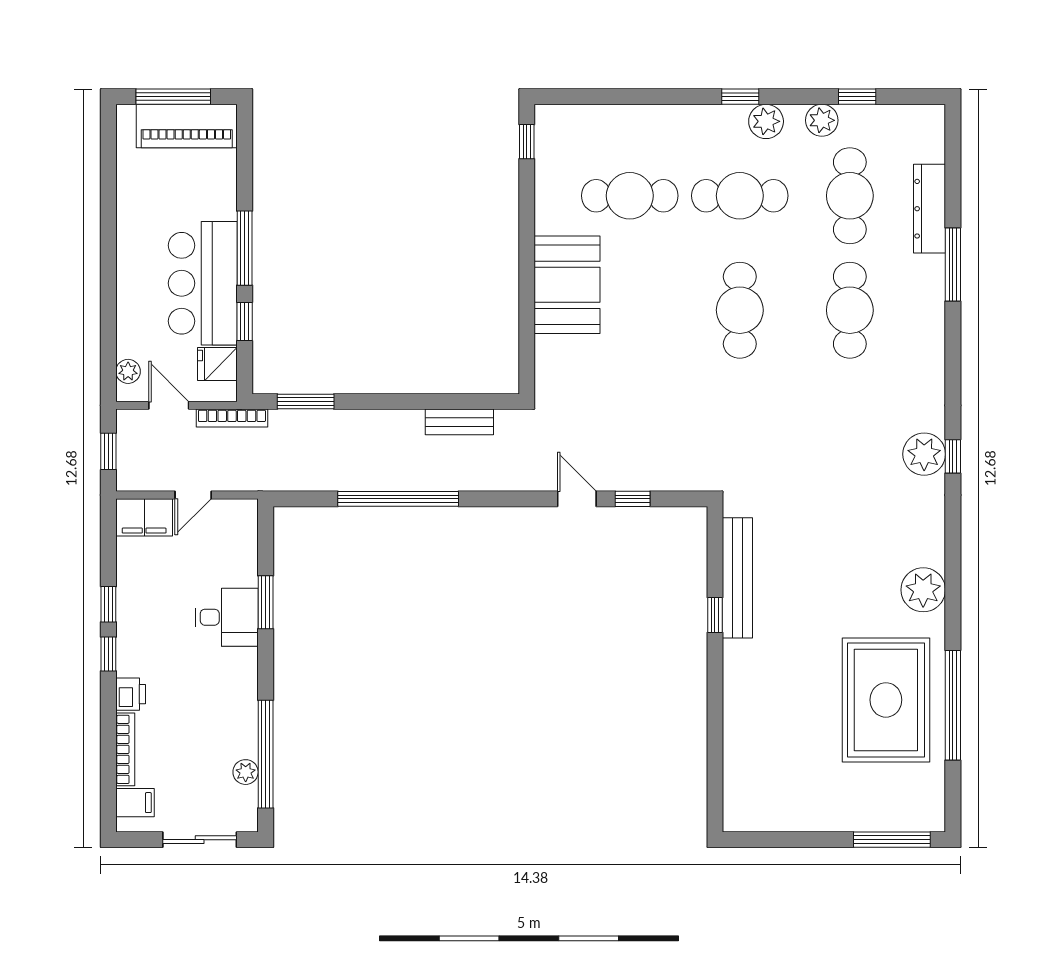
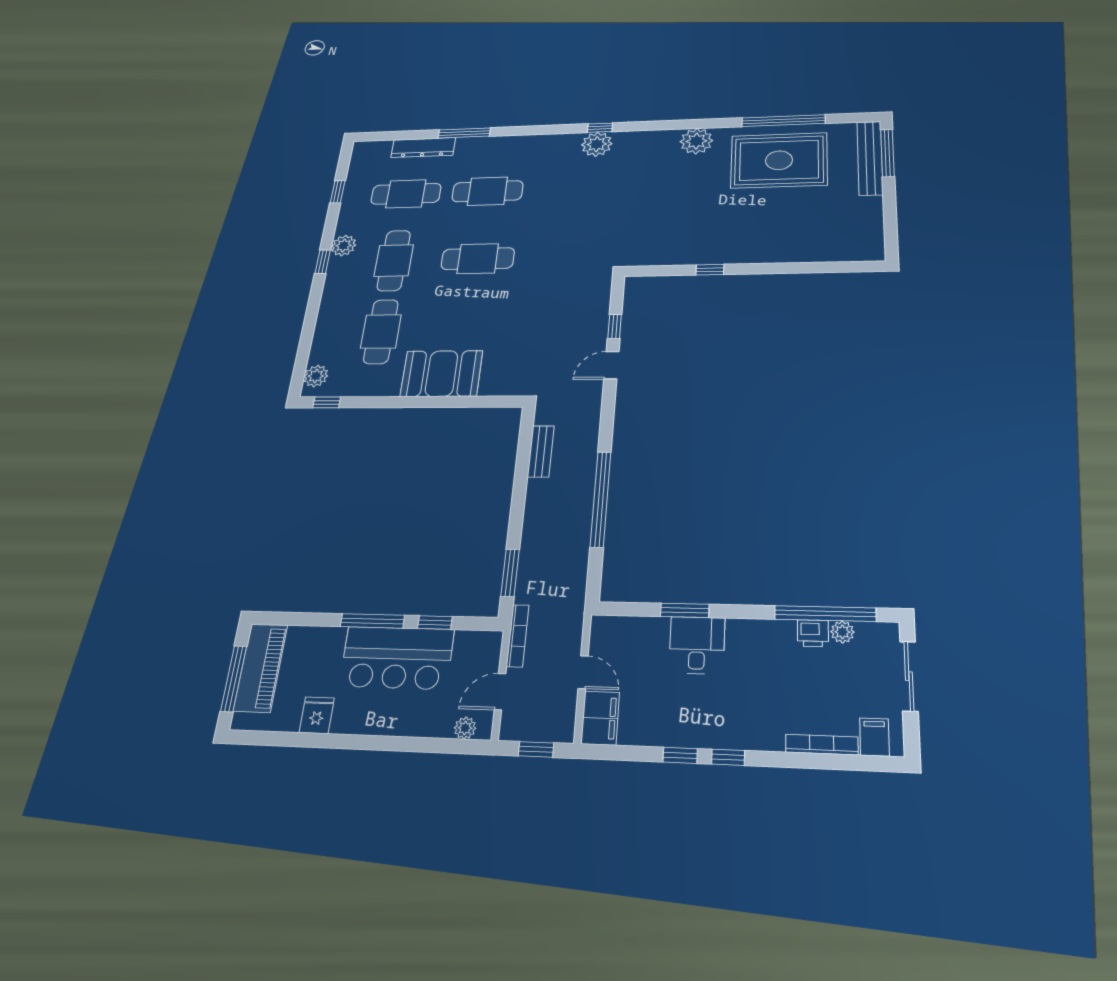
plant: (822, 120) -> (316, 376), moved
fridge: (217, 364) -> (317, 715), moved, turned 180
bench: (737, 578) -> (870, 158), moved, turned 90
printer: (131, 694) -> (813, 633), moved, turned 180

